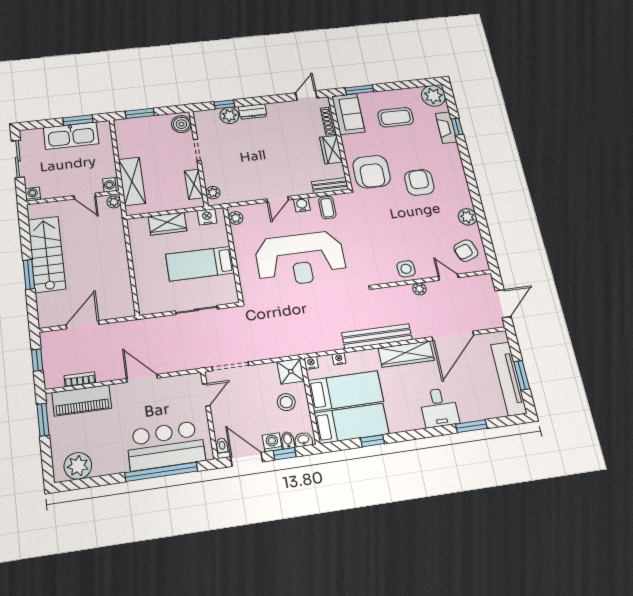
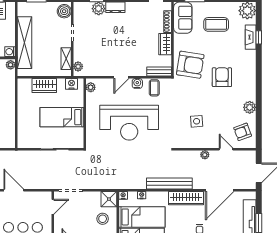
armchair: (372, 172) -> (190, 65), turned -81
shelving: (132, 181) -> (24, 43), width x1.47
side table: (406, 269) -> (197, 121), moved

